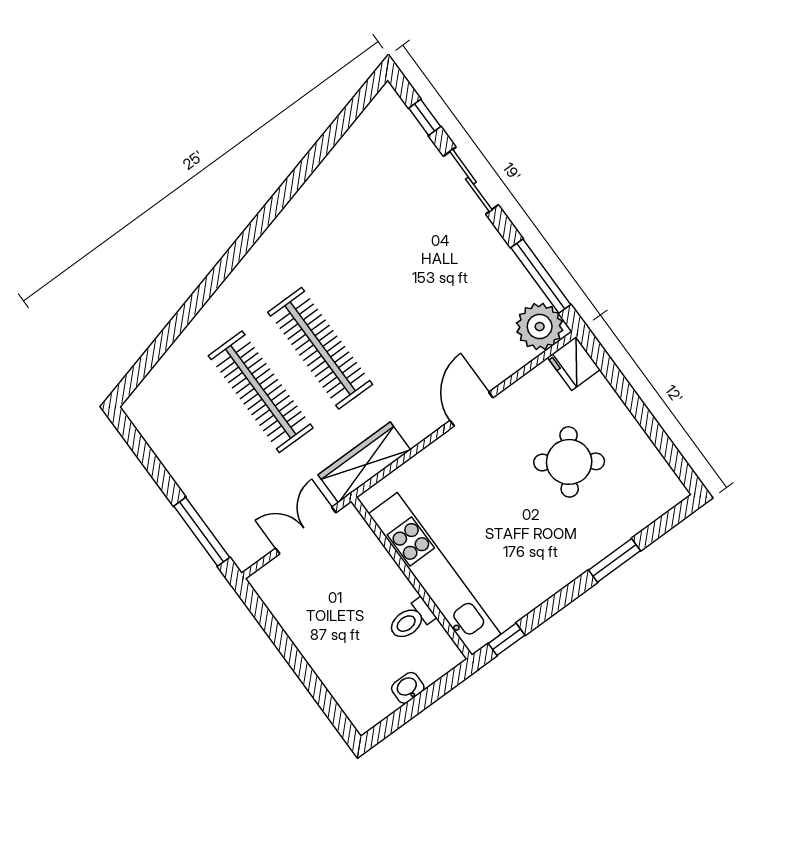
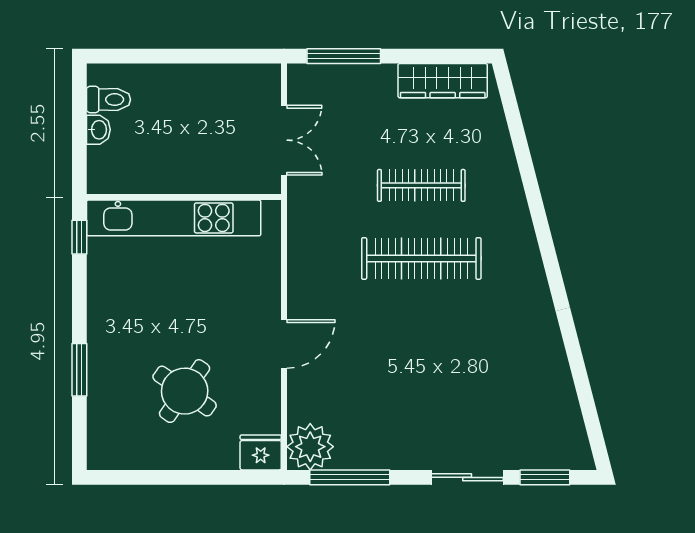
window: (425, 117) -> (545, 477), width x1.50
clothes rail: (261, 392) -> (421, 185), width x0.73, depth x0.76
door: (471, 409) -> (284, 344), hinge flipped
wardrobe: (364, 462) -> (443, 81), moved, turned 90
toilet: (411, 620) -> (108, 100), moved, turned 90

